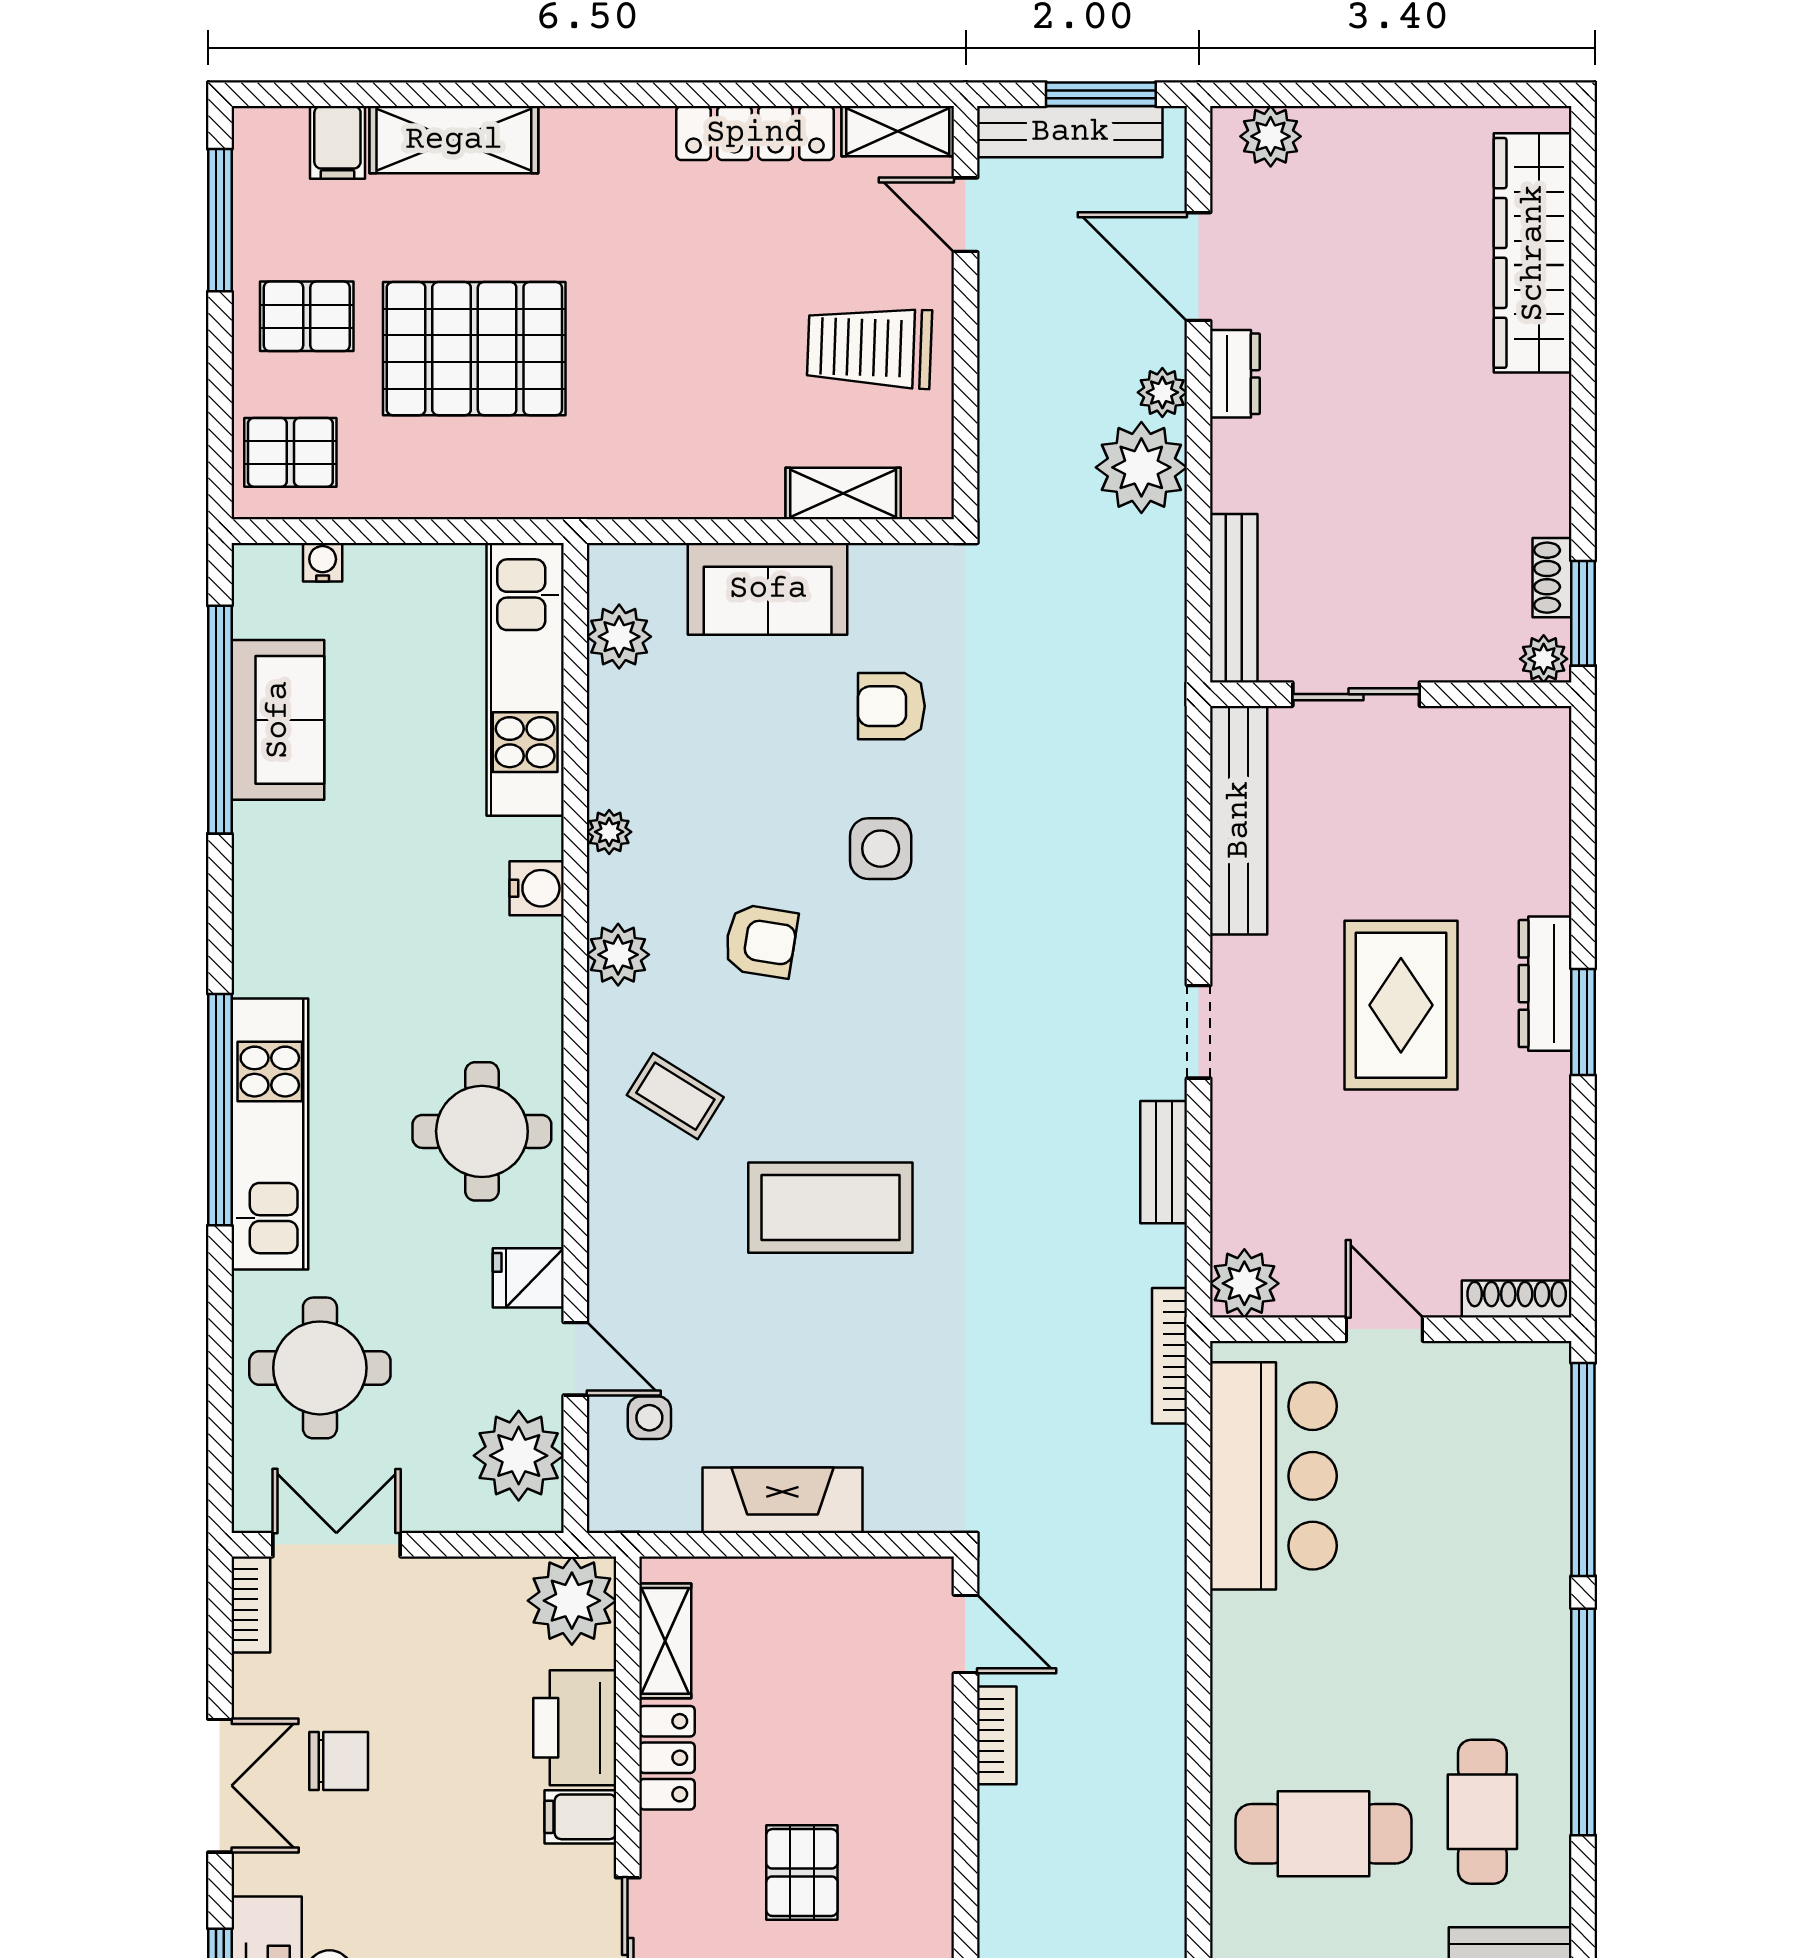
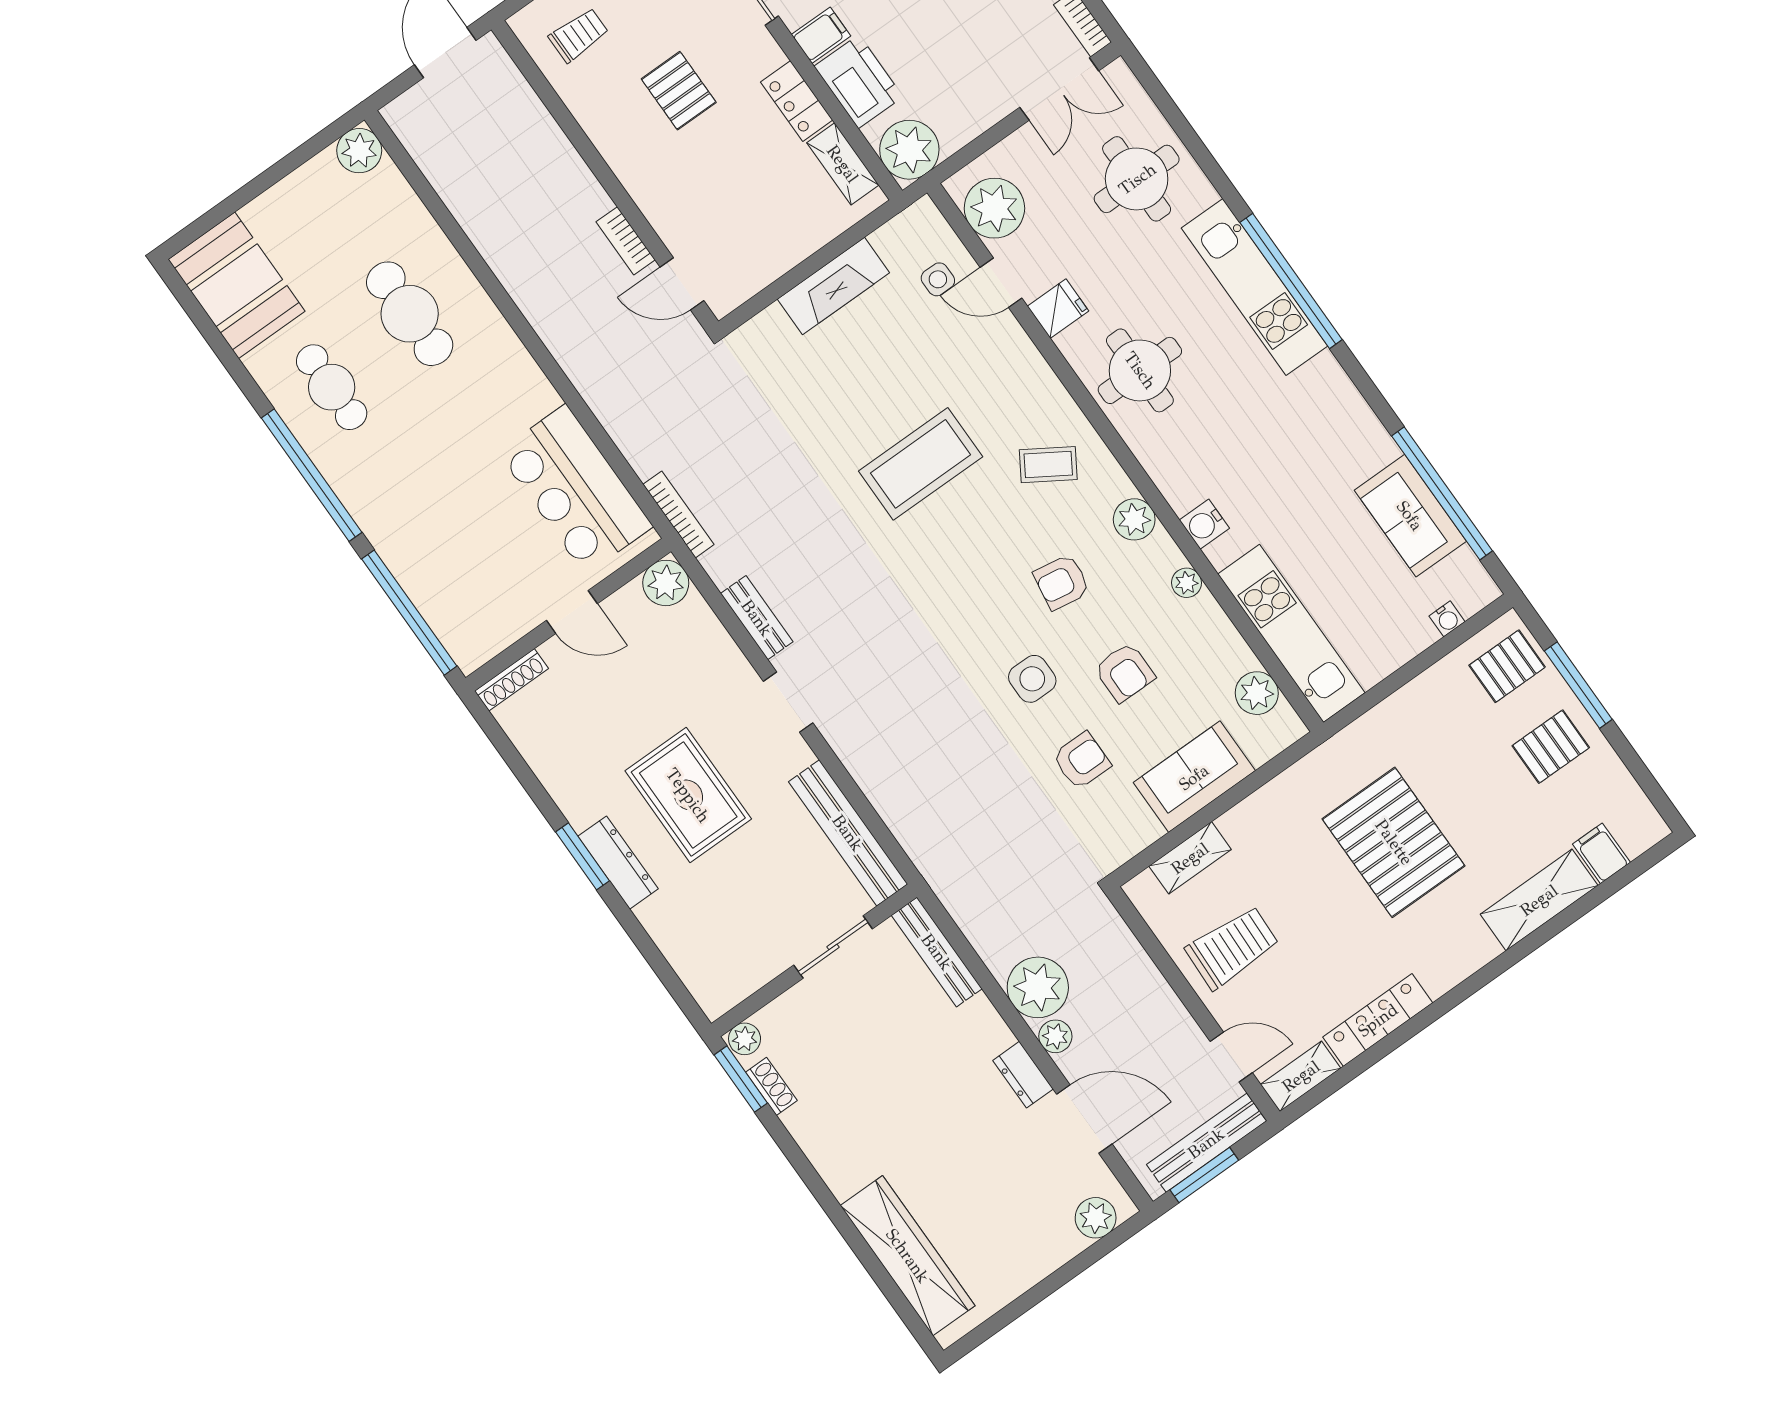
window: (220, 220) -> (1578, 685), moved
pallet: (474, 349) -> (1394, 842), moved, turned 90
armchair: (762, 776) -> (1125, 672), added
cafe table: (1324, 1834) -> (410, 314), turned 90

